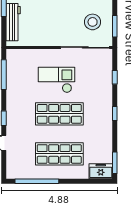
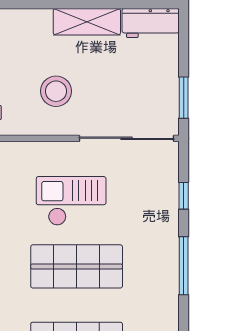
stool: (93, 22) -> (56, 91), moved
window: (115, 114) -> (184, 266), width x2.17

